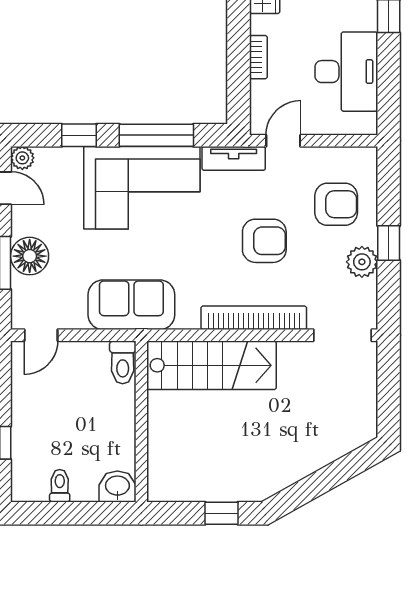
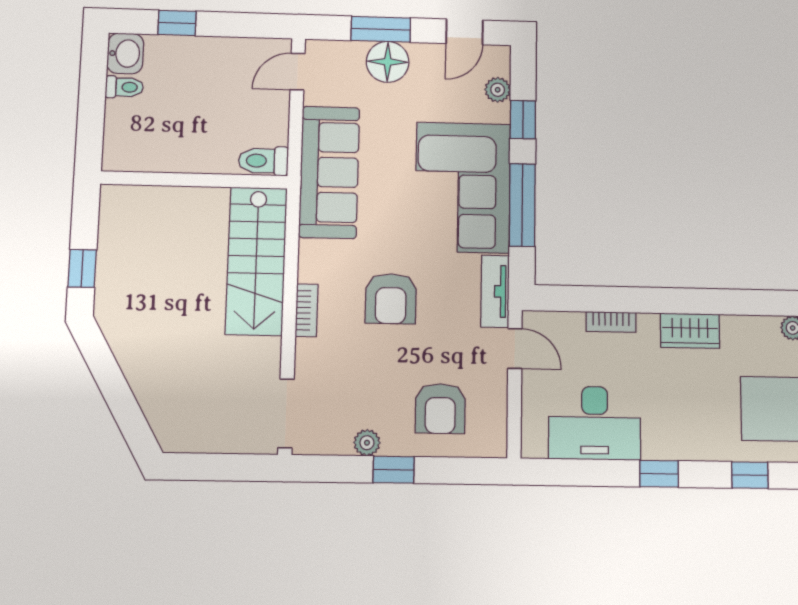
plant: (22, 158) -> (498, 90), moved
armchair: (264, 241) -> (391, 299), moved
plant: (362, 262) -> (367, 443), width x0.73, depth x0.73
sofa: (131, 305) -> (329, 172), width x1.36
bookcase: (254, 318) -> (307, 310), width x0.43, depth x0.76
door: (41, 335) -> (298, 72), hinge flipped
washbasin: (117, 486) -> (125, 53), moved

